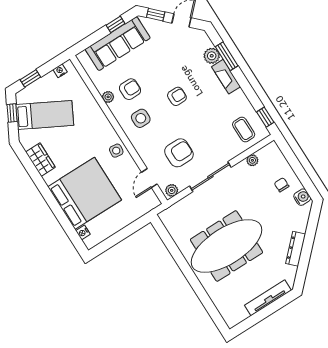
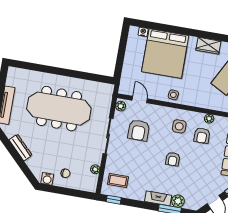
meeting table: (226, 246) -> (59, 109), turned 90

